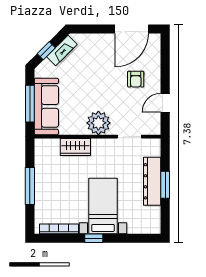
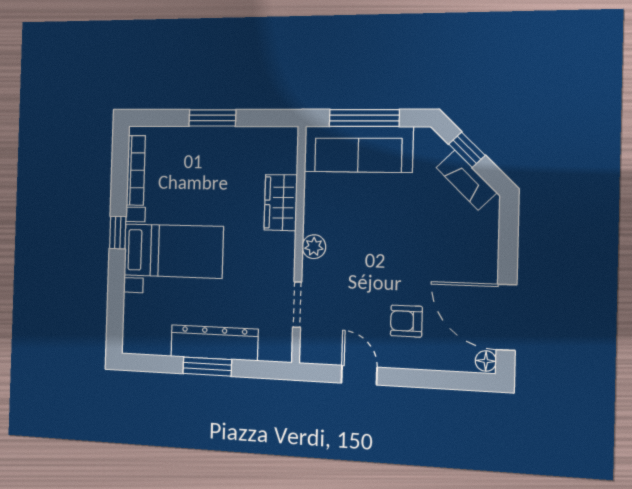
floor lamp: (154, 39) -> (486, 361), added
plant: (98, 123) -> (314, 247), width x0.53, depth x0.53
window: (30, 186) -> (212, 118), width x0.69

